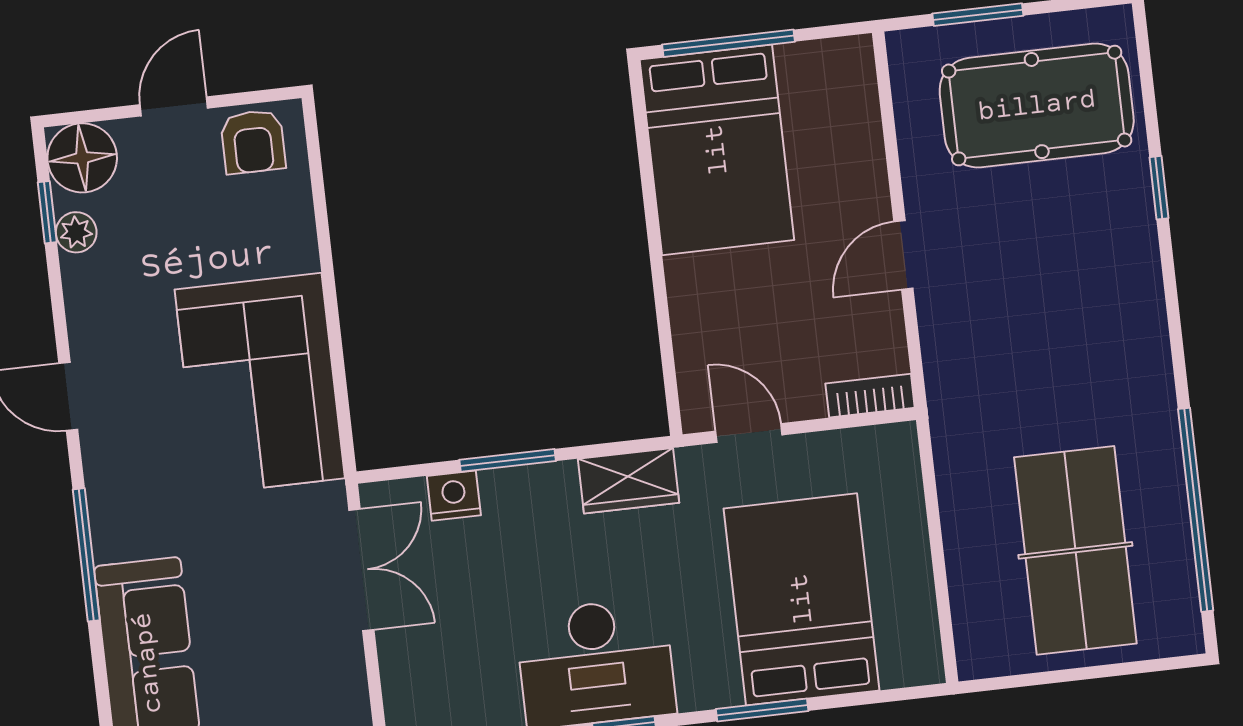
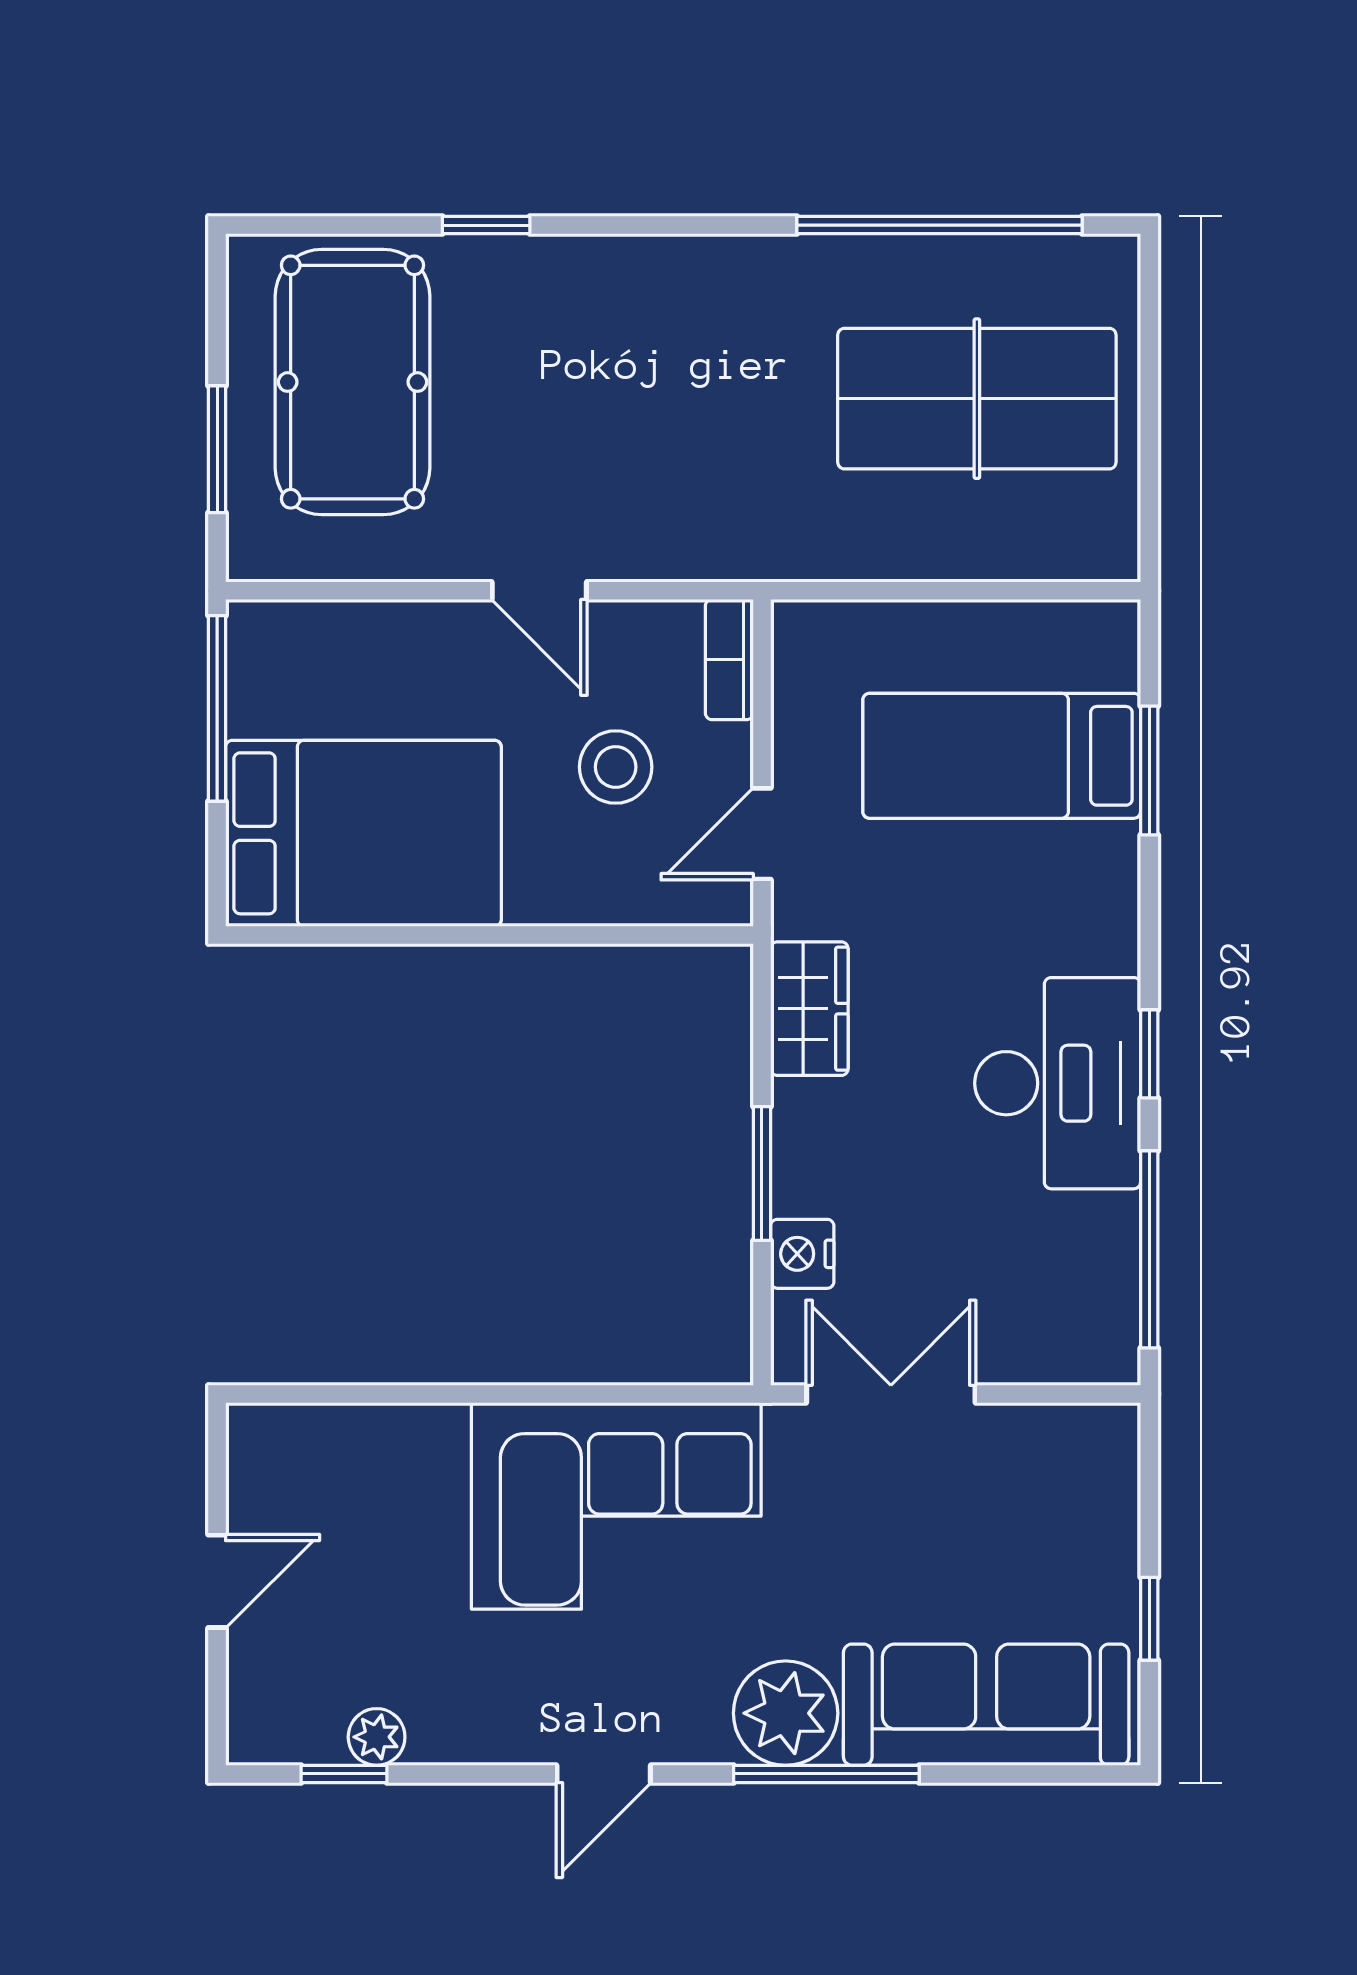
window: (729, 43) -> (217, 708), moved
door: (174, 106) -> (217, 1581), swing flipped
armchair: (253, 142) -> (279, 1477), removed
floor lamp: (82, 158) -> (274, 1717), removed
stool: (784, 324) -> (616, 767), added
plant: (126, 521) -> (786, 1713), added
bed: (802, 599) -> (1002, 756), width x0.67
window: (762, 710) -> (1149, 770), moved

